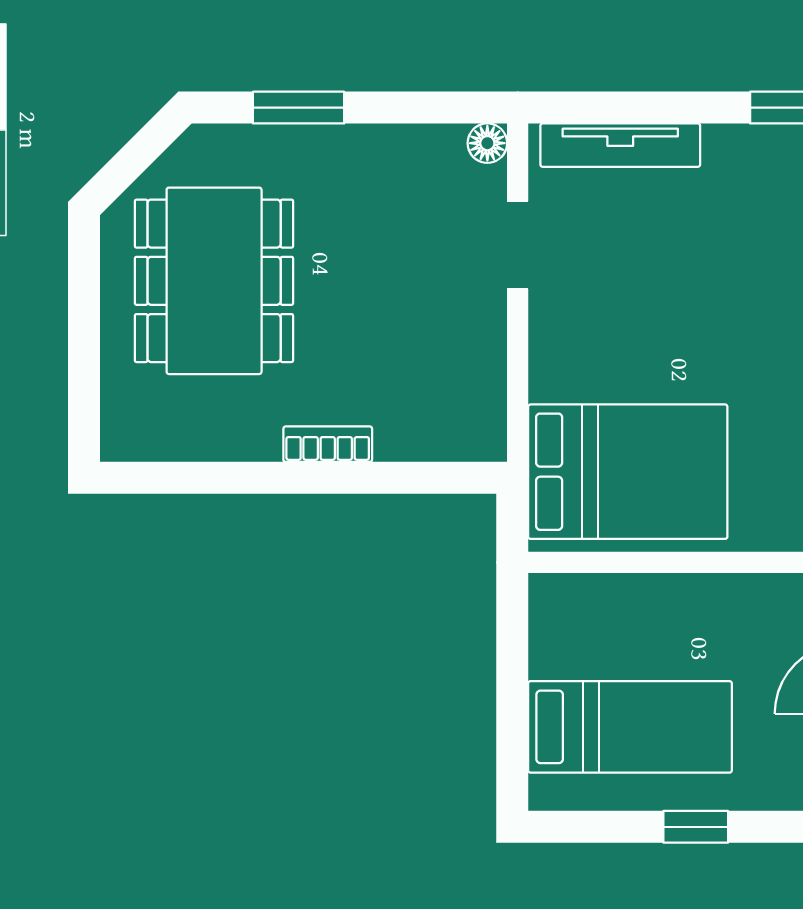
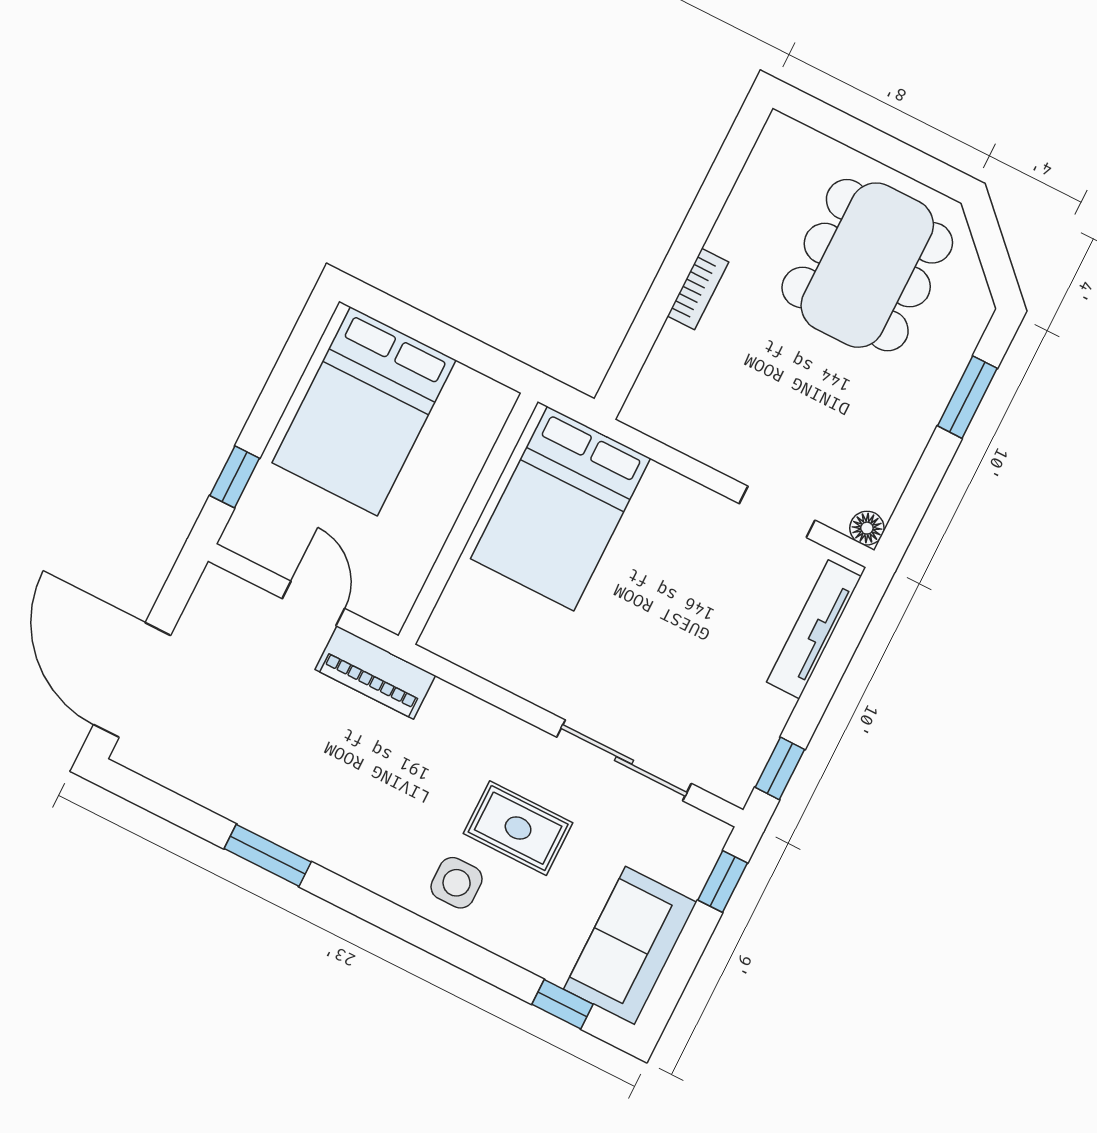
dining table: (214, 281) -> (867, 265), turned 90
bed: (630, 727) -> (364, 411), width x1.50
window: (696, 827) -> (235, 477), moved

